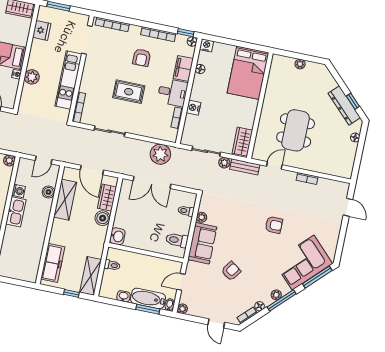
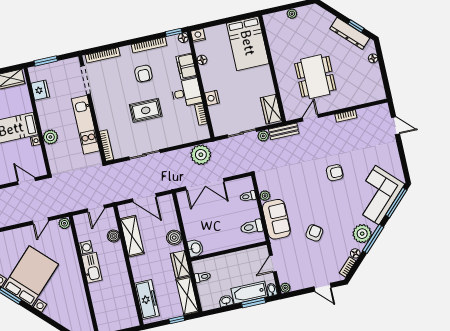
wardrobe: (107, 198) -> (180, 264), moved
plant: (276, 295) -> (362, 234), width x1.87, depth x1.87

